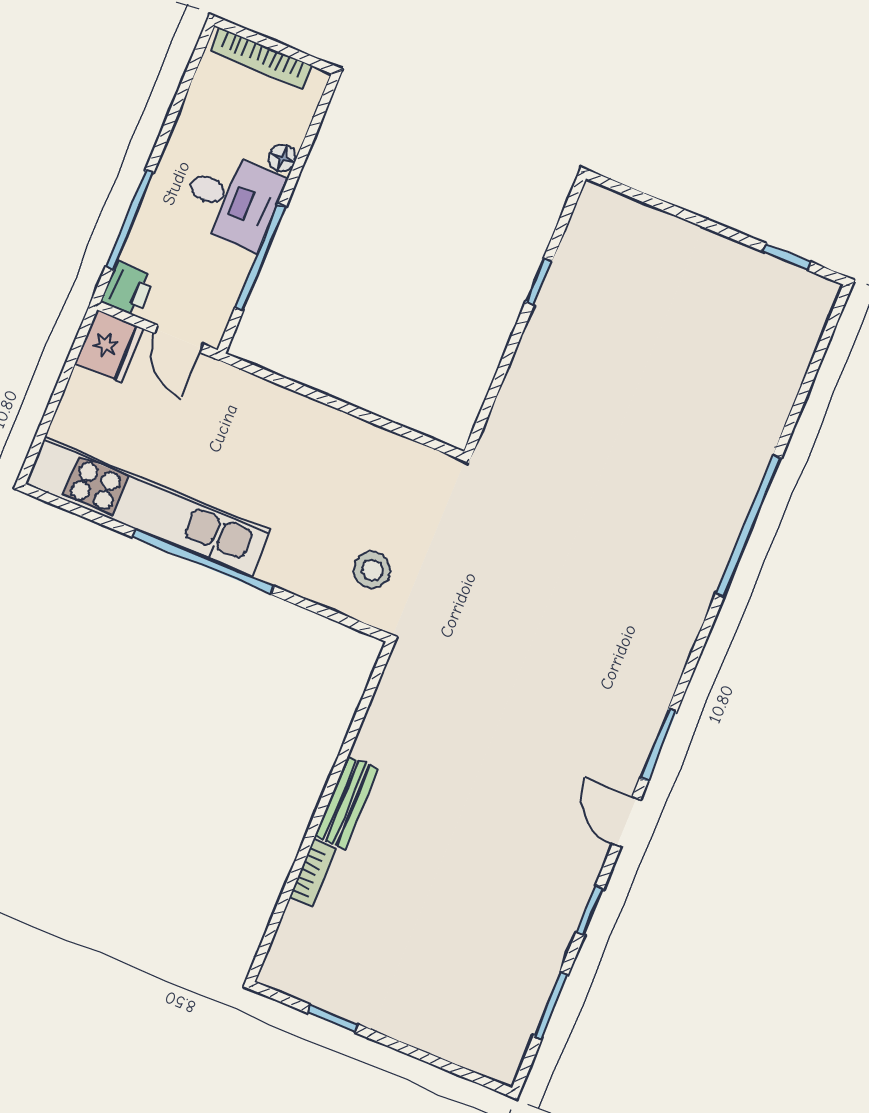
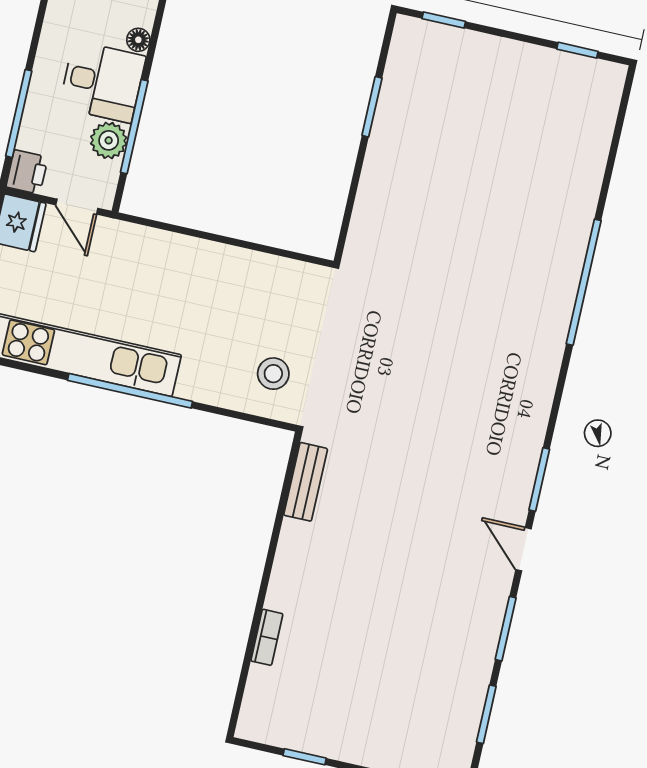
window: (639, 196) -> (444, 20), added
plant: (228, 269) -> (109, 140), added
window: (539, 282) -> (372, 107), width x1.50
bench: (346, 803) -> (306, 482), moved
window: (590, 910) -> (506, 629), width x1.50

